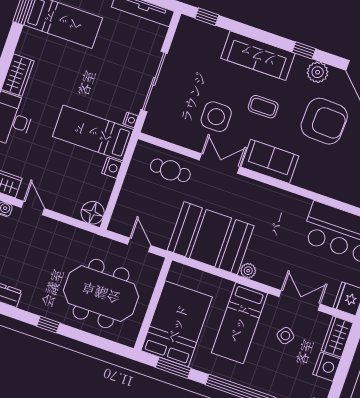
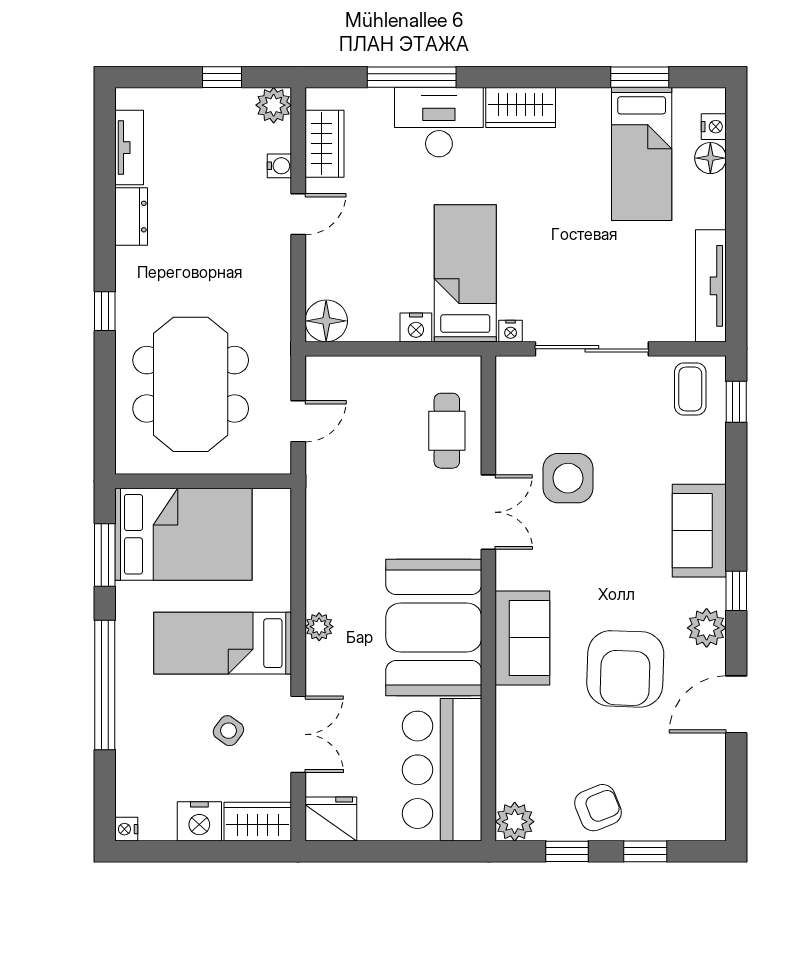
sofa: (258, 56) -> (699, 531), width x0.73
coffee table: (263, 107) -> (690, 389), moved
sofa: (270, 161) -> (522, 638), moved
booth: (211, 238) -> (434, 627), moved

